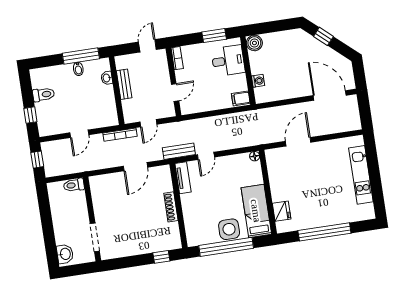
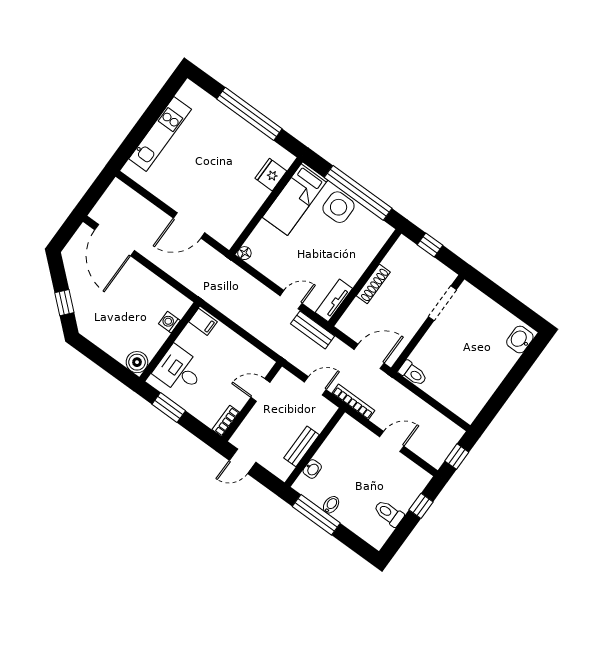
toilet: (74, 185) -> (413, 373), moved
wall: (92, 219) -> (428, 323), moved
doorway: (95, 237) -> (442, 303), moved

